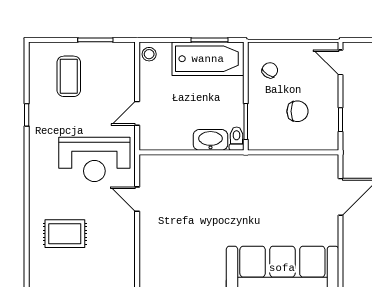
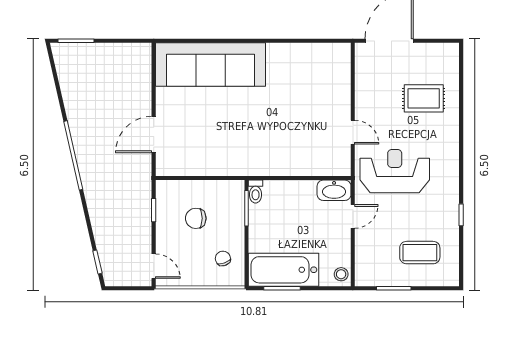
chair: (270, 70) -> (223, 258), turned 127
coffee table: (69, 76) -> (420, 253), turned 90
washbasin: (210, 140) -> (334, 190), moved

